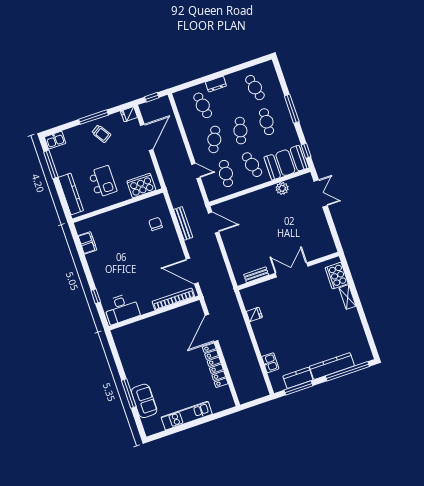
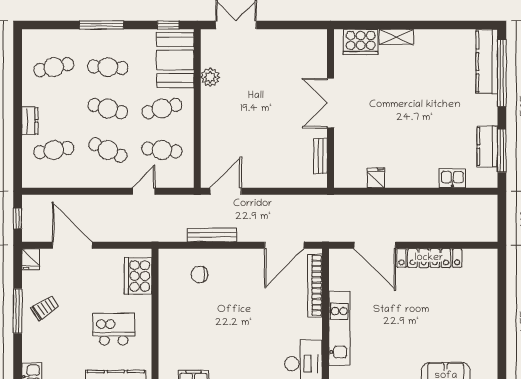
kitchen counter: (332, 366) -> (487, 61), moved
kitchen unit: (187, 416) -> (339, 328), moved, turned 180

